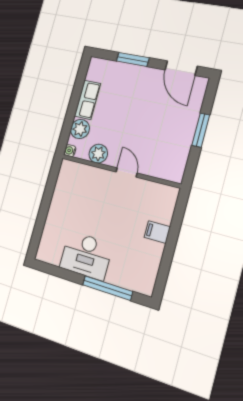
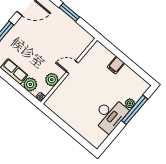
plant: (113, 277) -> (130, 103), added

